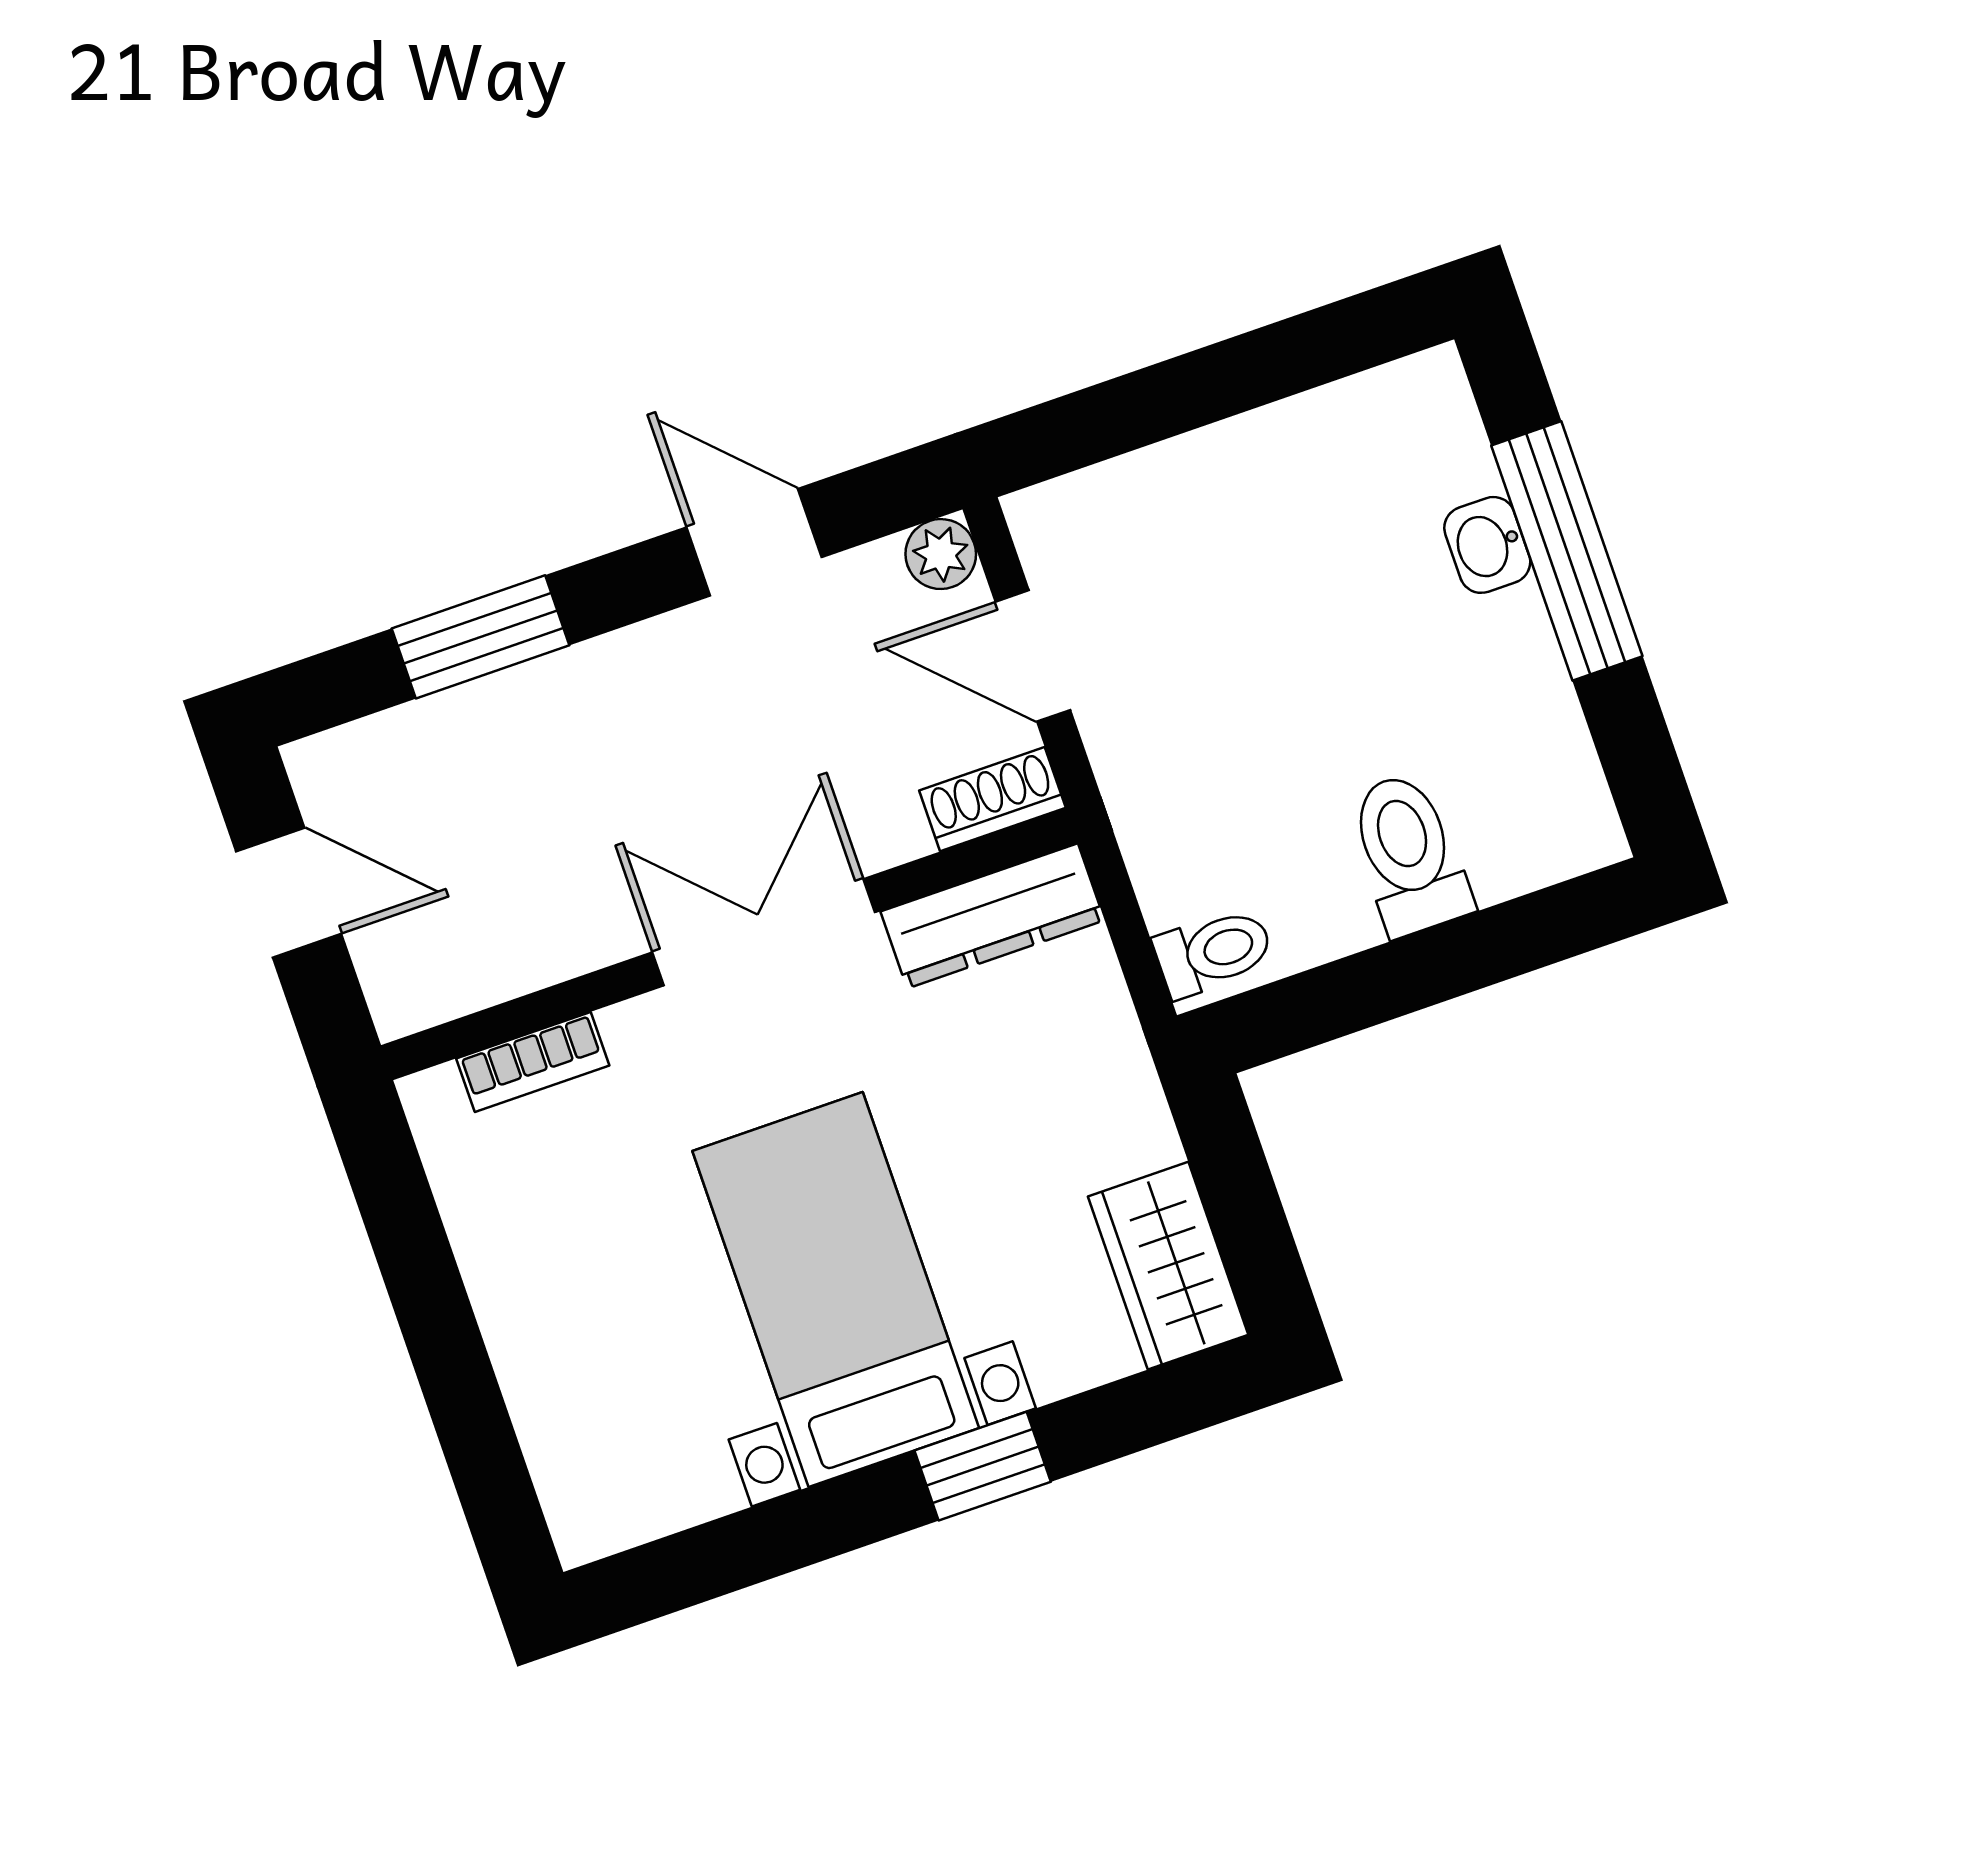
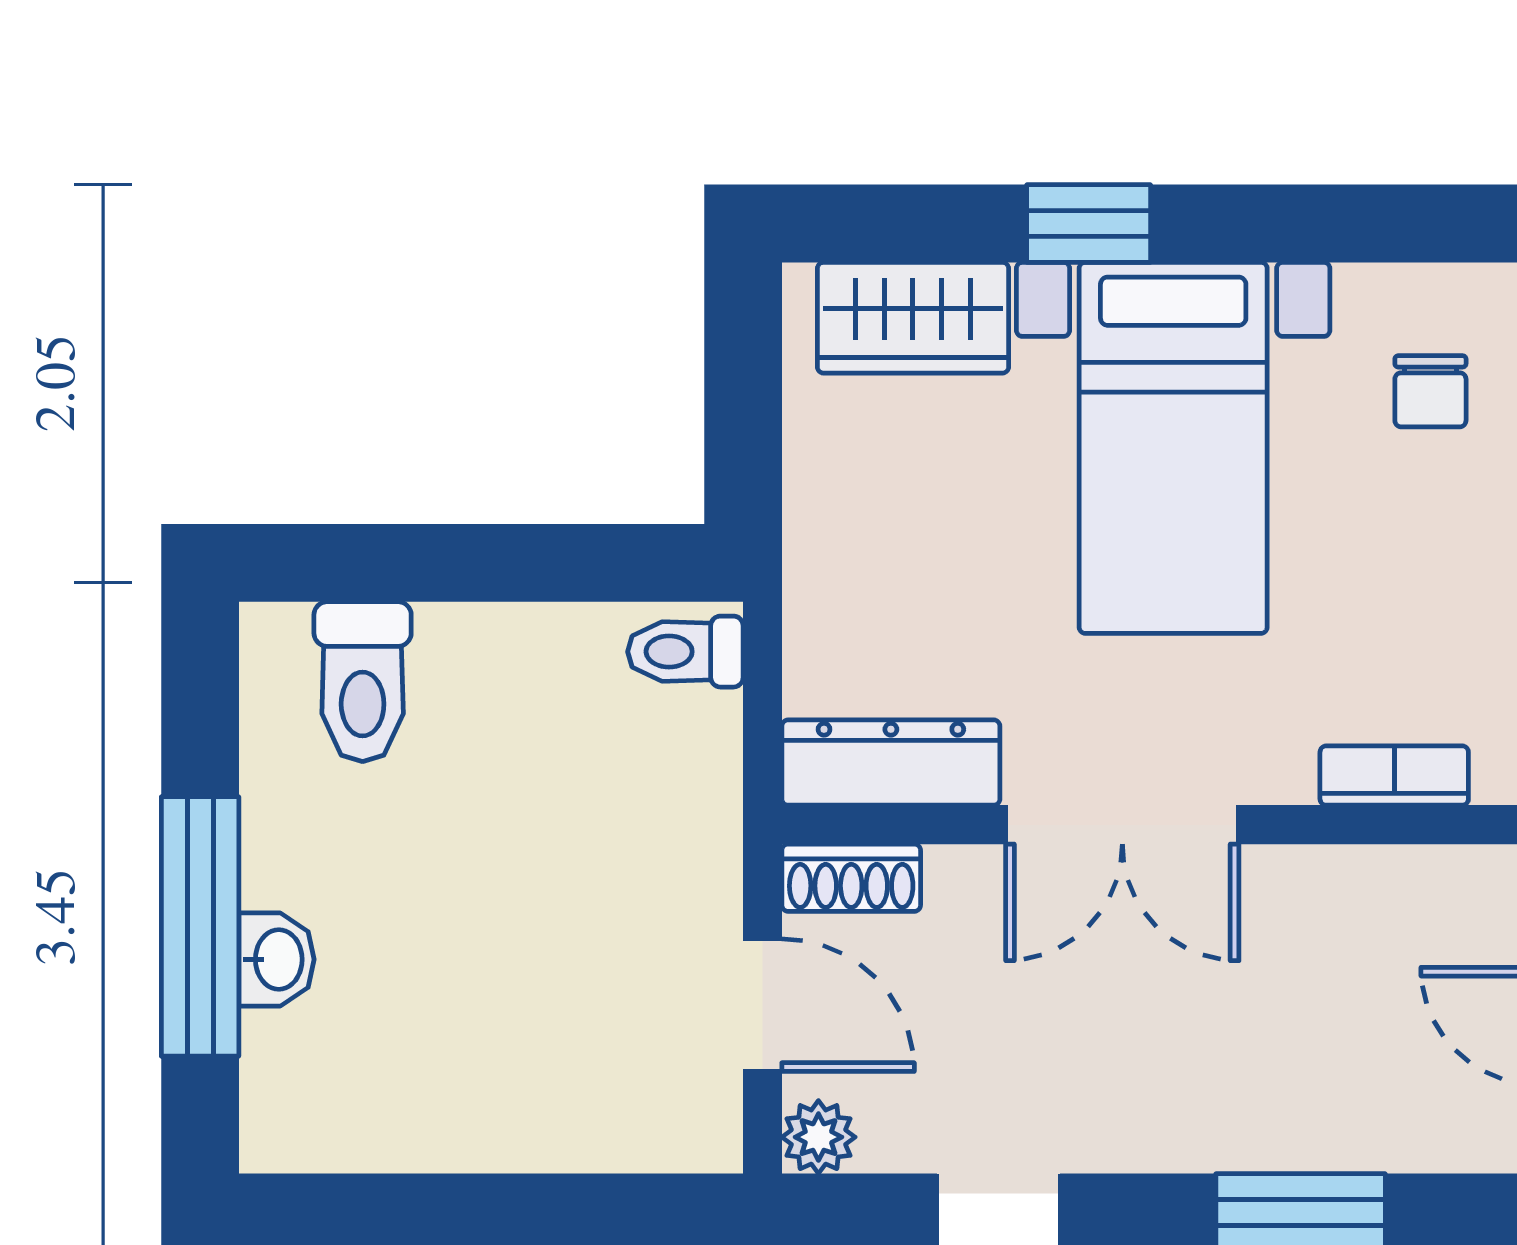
toilet: (1409, 854) -> (363, 682), moved
wardrobe: (1168, 1266) -> (913, 318), moved, turned 90
chair: (620, 1421) -> (1430, 391), added

